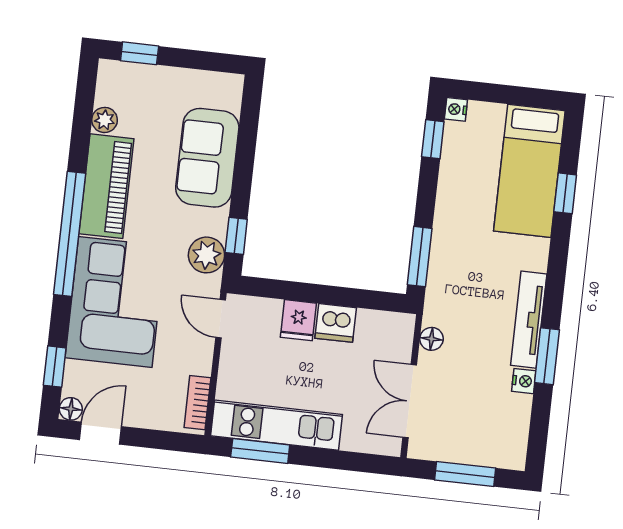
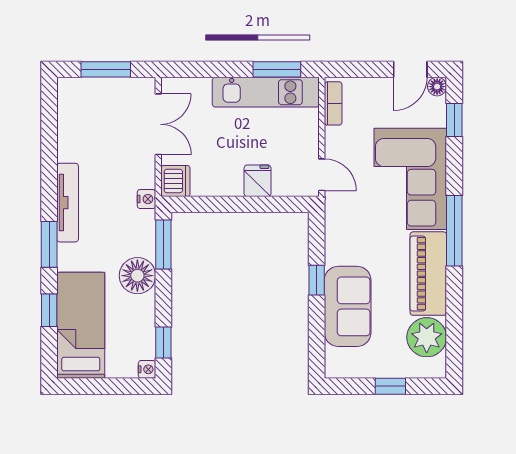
window: (140, 53) -> (390, 386), moved
plant: (105, 120) -> (427, 337), width x1.88, depth x1.88
window: (70, 234) -> (454, 231), width x0.68
window: (236, 236) -> (317, 280), moved
plant: (206, 255) -> (339, 226), removed
dishwasher: (336, 323) -> (175, 181), moved, turned 90
floor lamp: (431, 339) -> (137, 276), moved, width x1.89, depth x1.89
window: (547, 356) -> (49, 244), moved
nightstand: (524, 381) -> (146, 199), moved, turned 180

